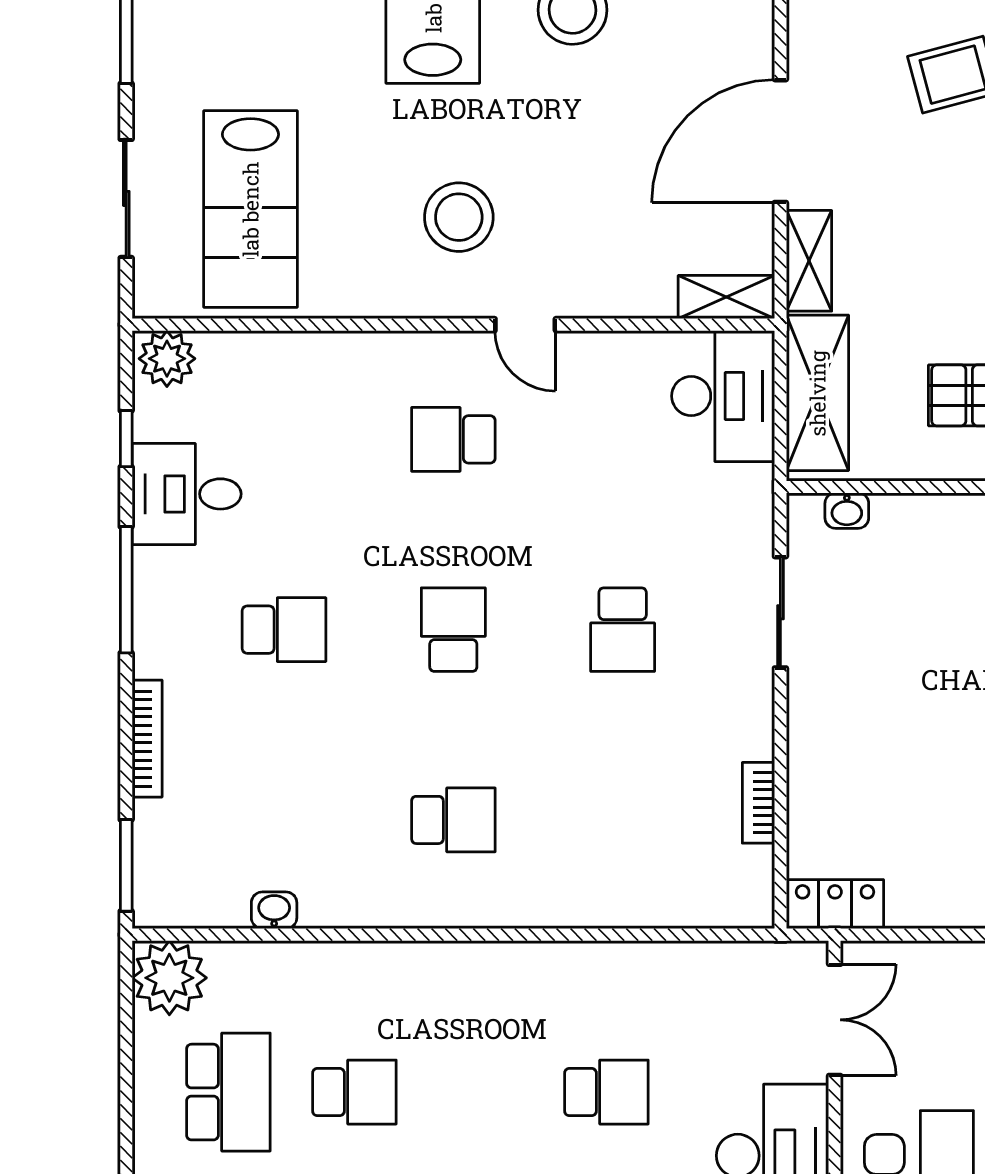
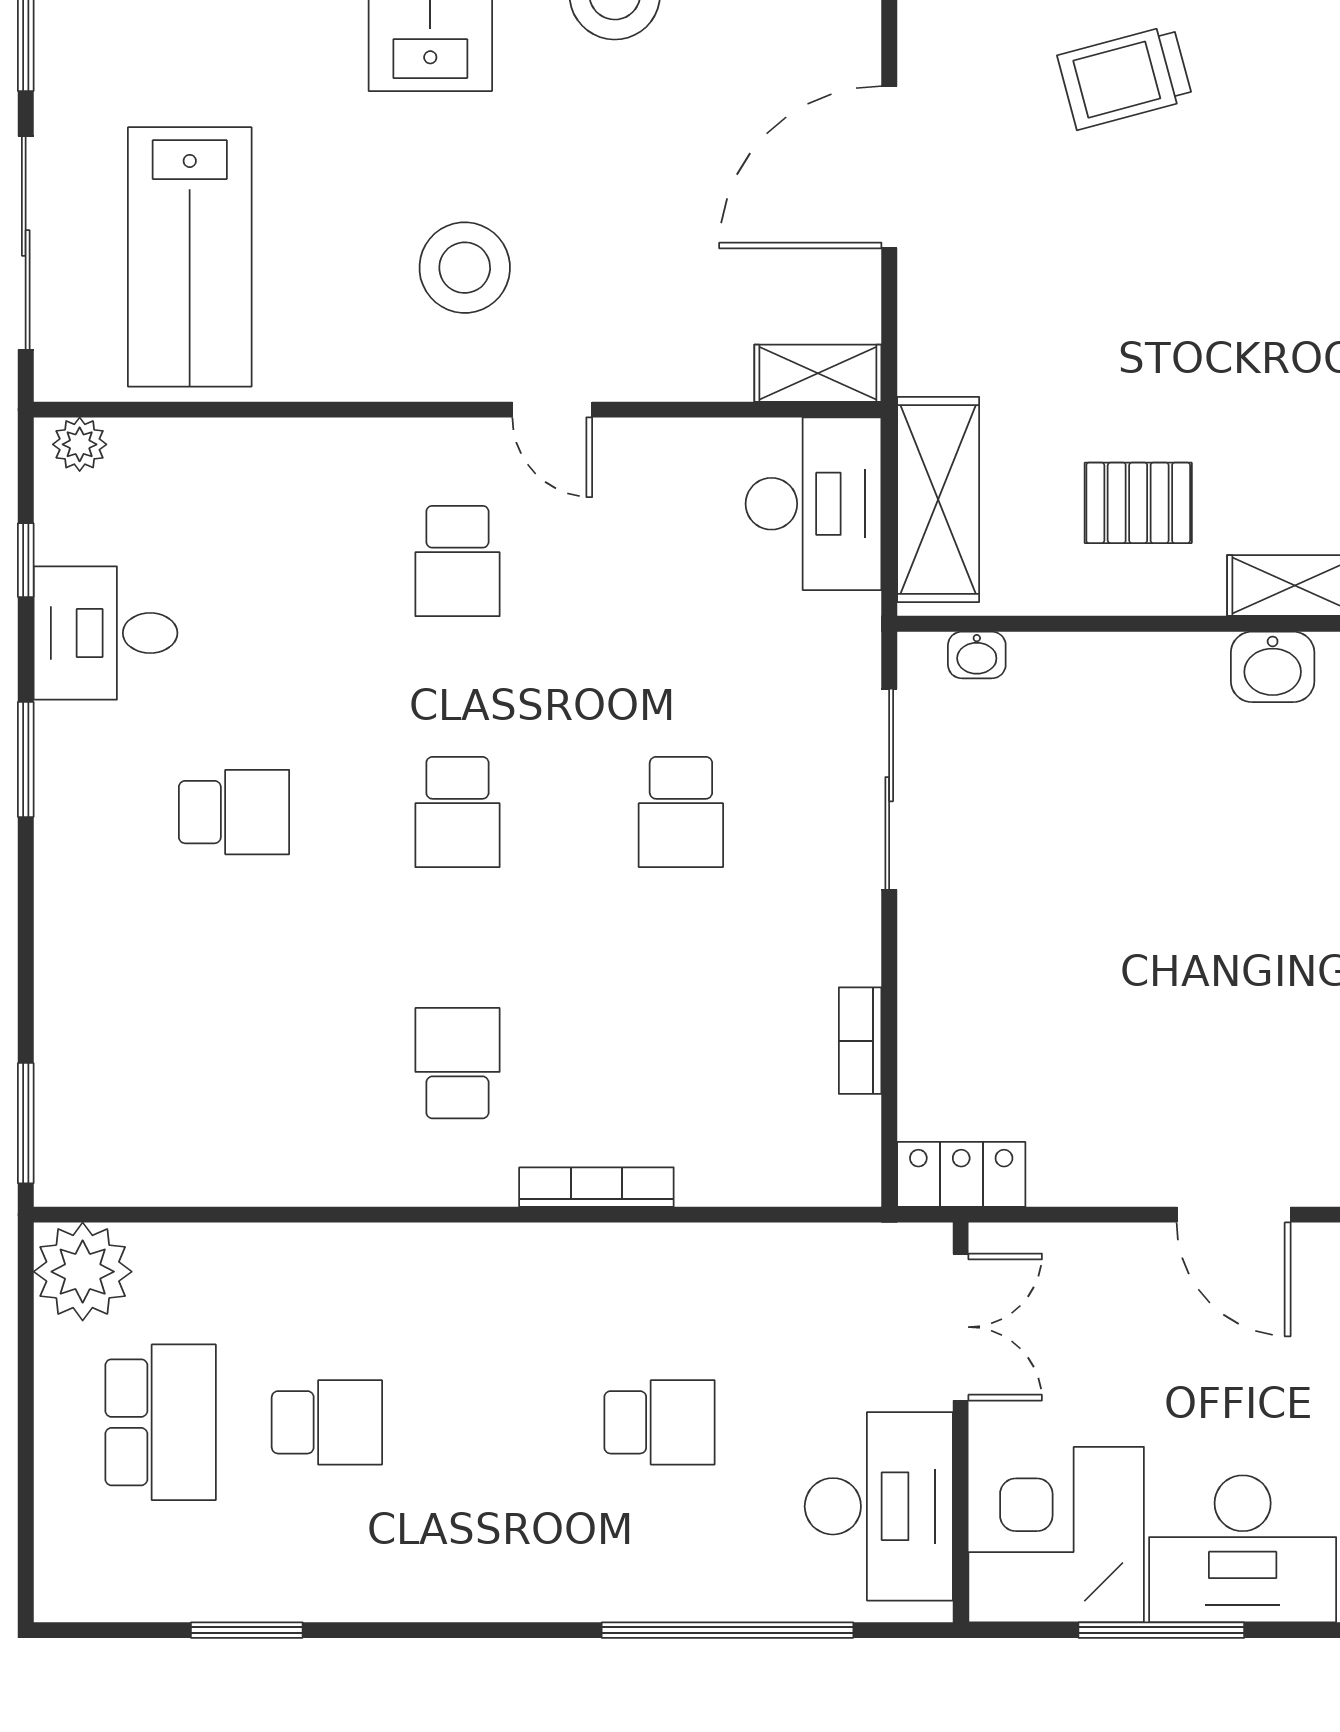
sliding door: (126, 198) -> (26, 243), width x1.37
shelving: (809, 261) -> (927, 325), removed
plant: (167, 359) -> (80, 444), width x0.73, depth x0.73
school desk: (453, 439) -> (457, 561), turned -90
window: (126, 590) -> (26, 759), width x0.69
sliding door: (780, 612) -> (889, 789), width x1.37
school desk: (453, 630) -> (457, 812), turned 180
bookcase: (147, 739) -> (596, 1187), moved, turned -90
school desk: (453, 820) -> (457, 1063), turned -90
washbasin: (274, 910) -> (221, 1182), removed

